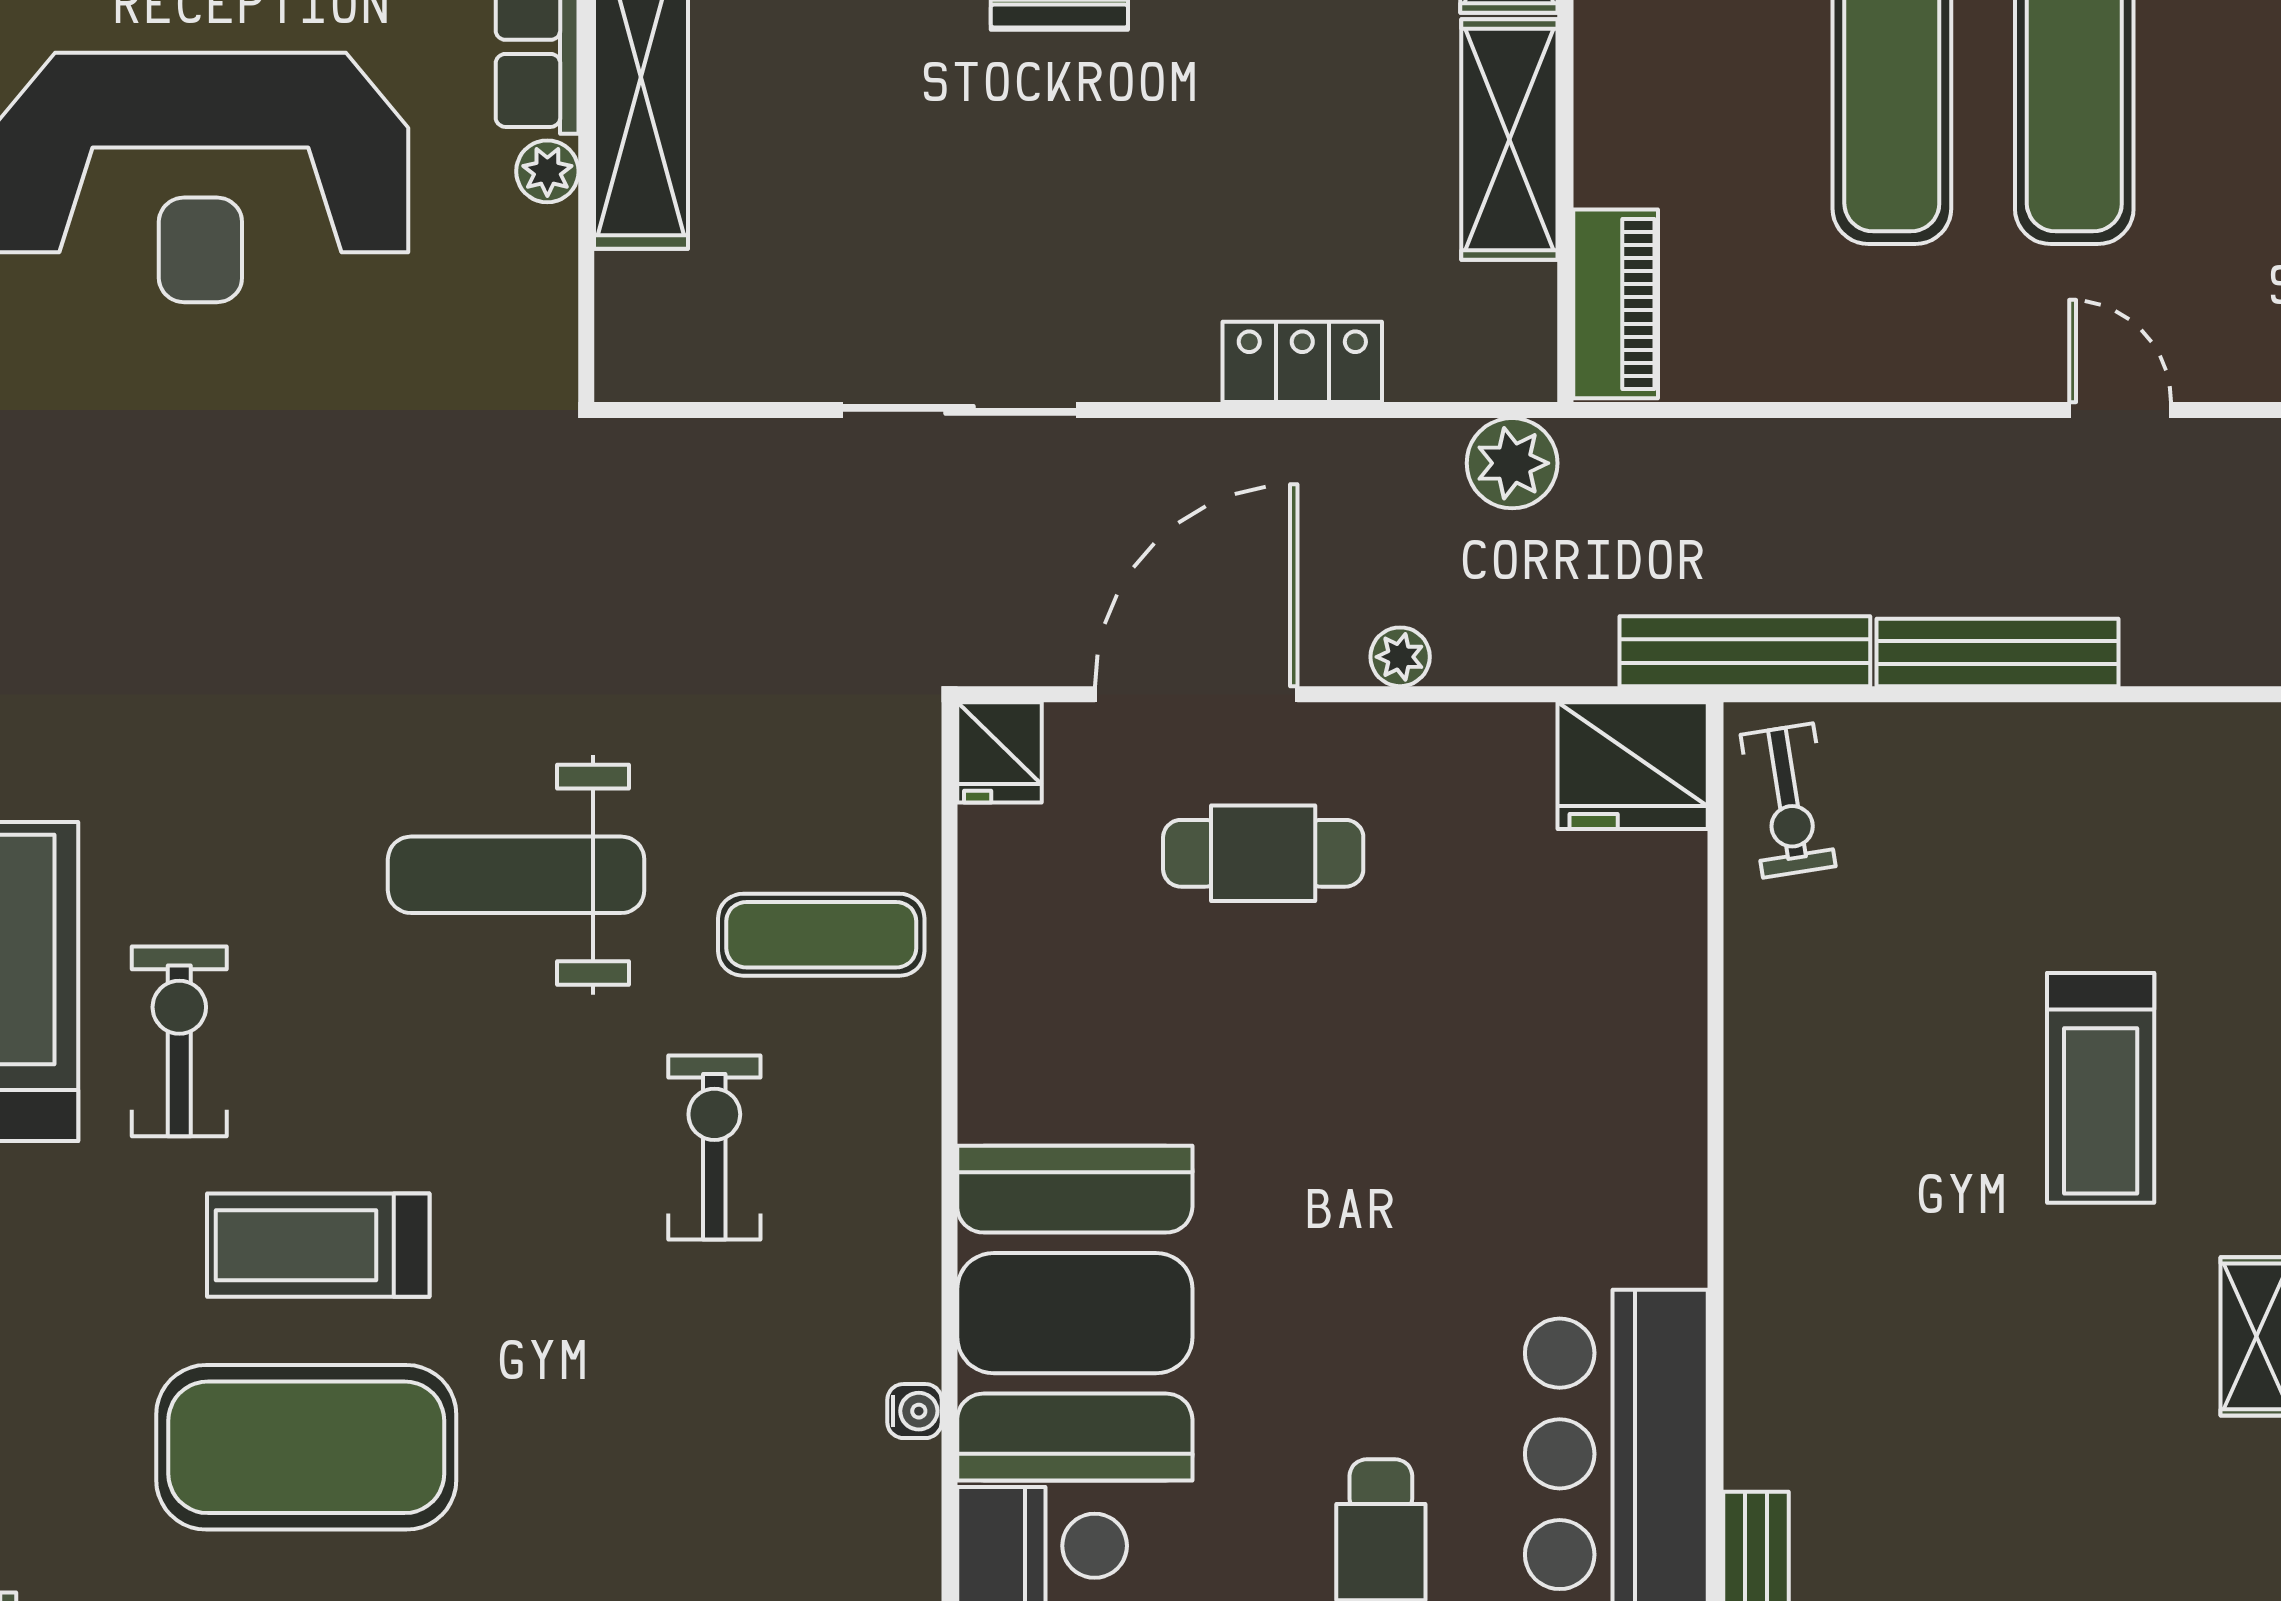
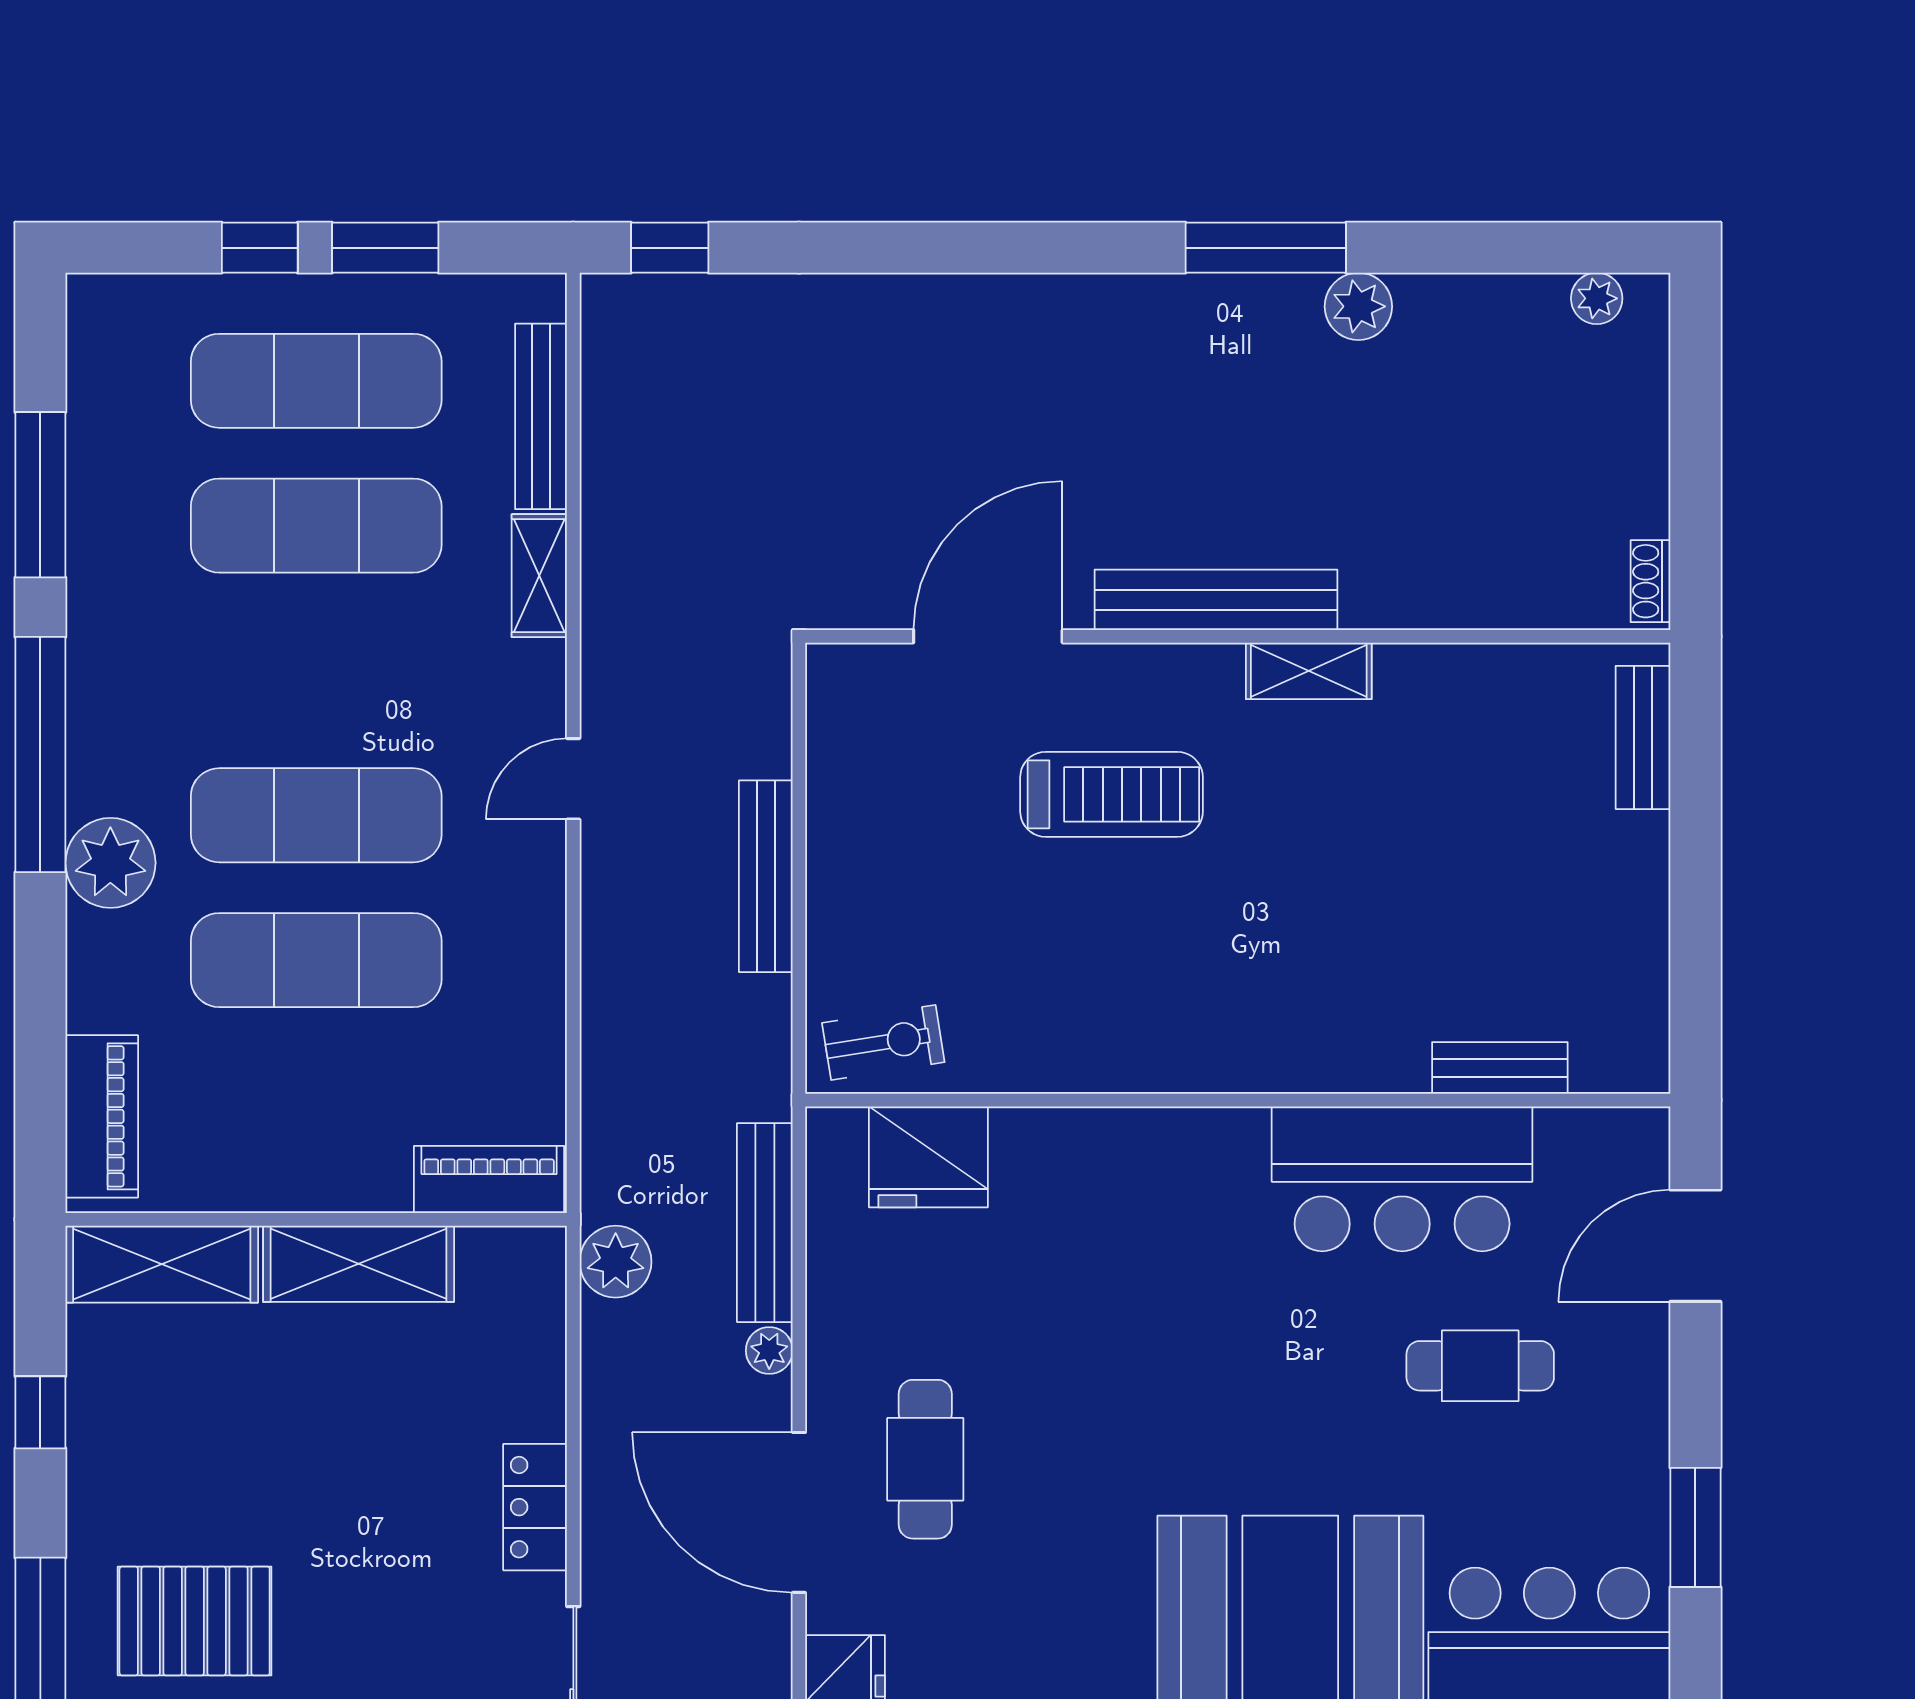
locker: (1302, 362) -> (535, 1507), moved
bench: (1745, 651) -> (765, 1223), moved
fridge: (1633, 766) -> (928, 1157), moved, turned 90

